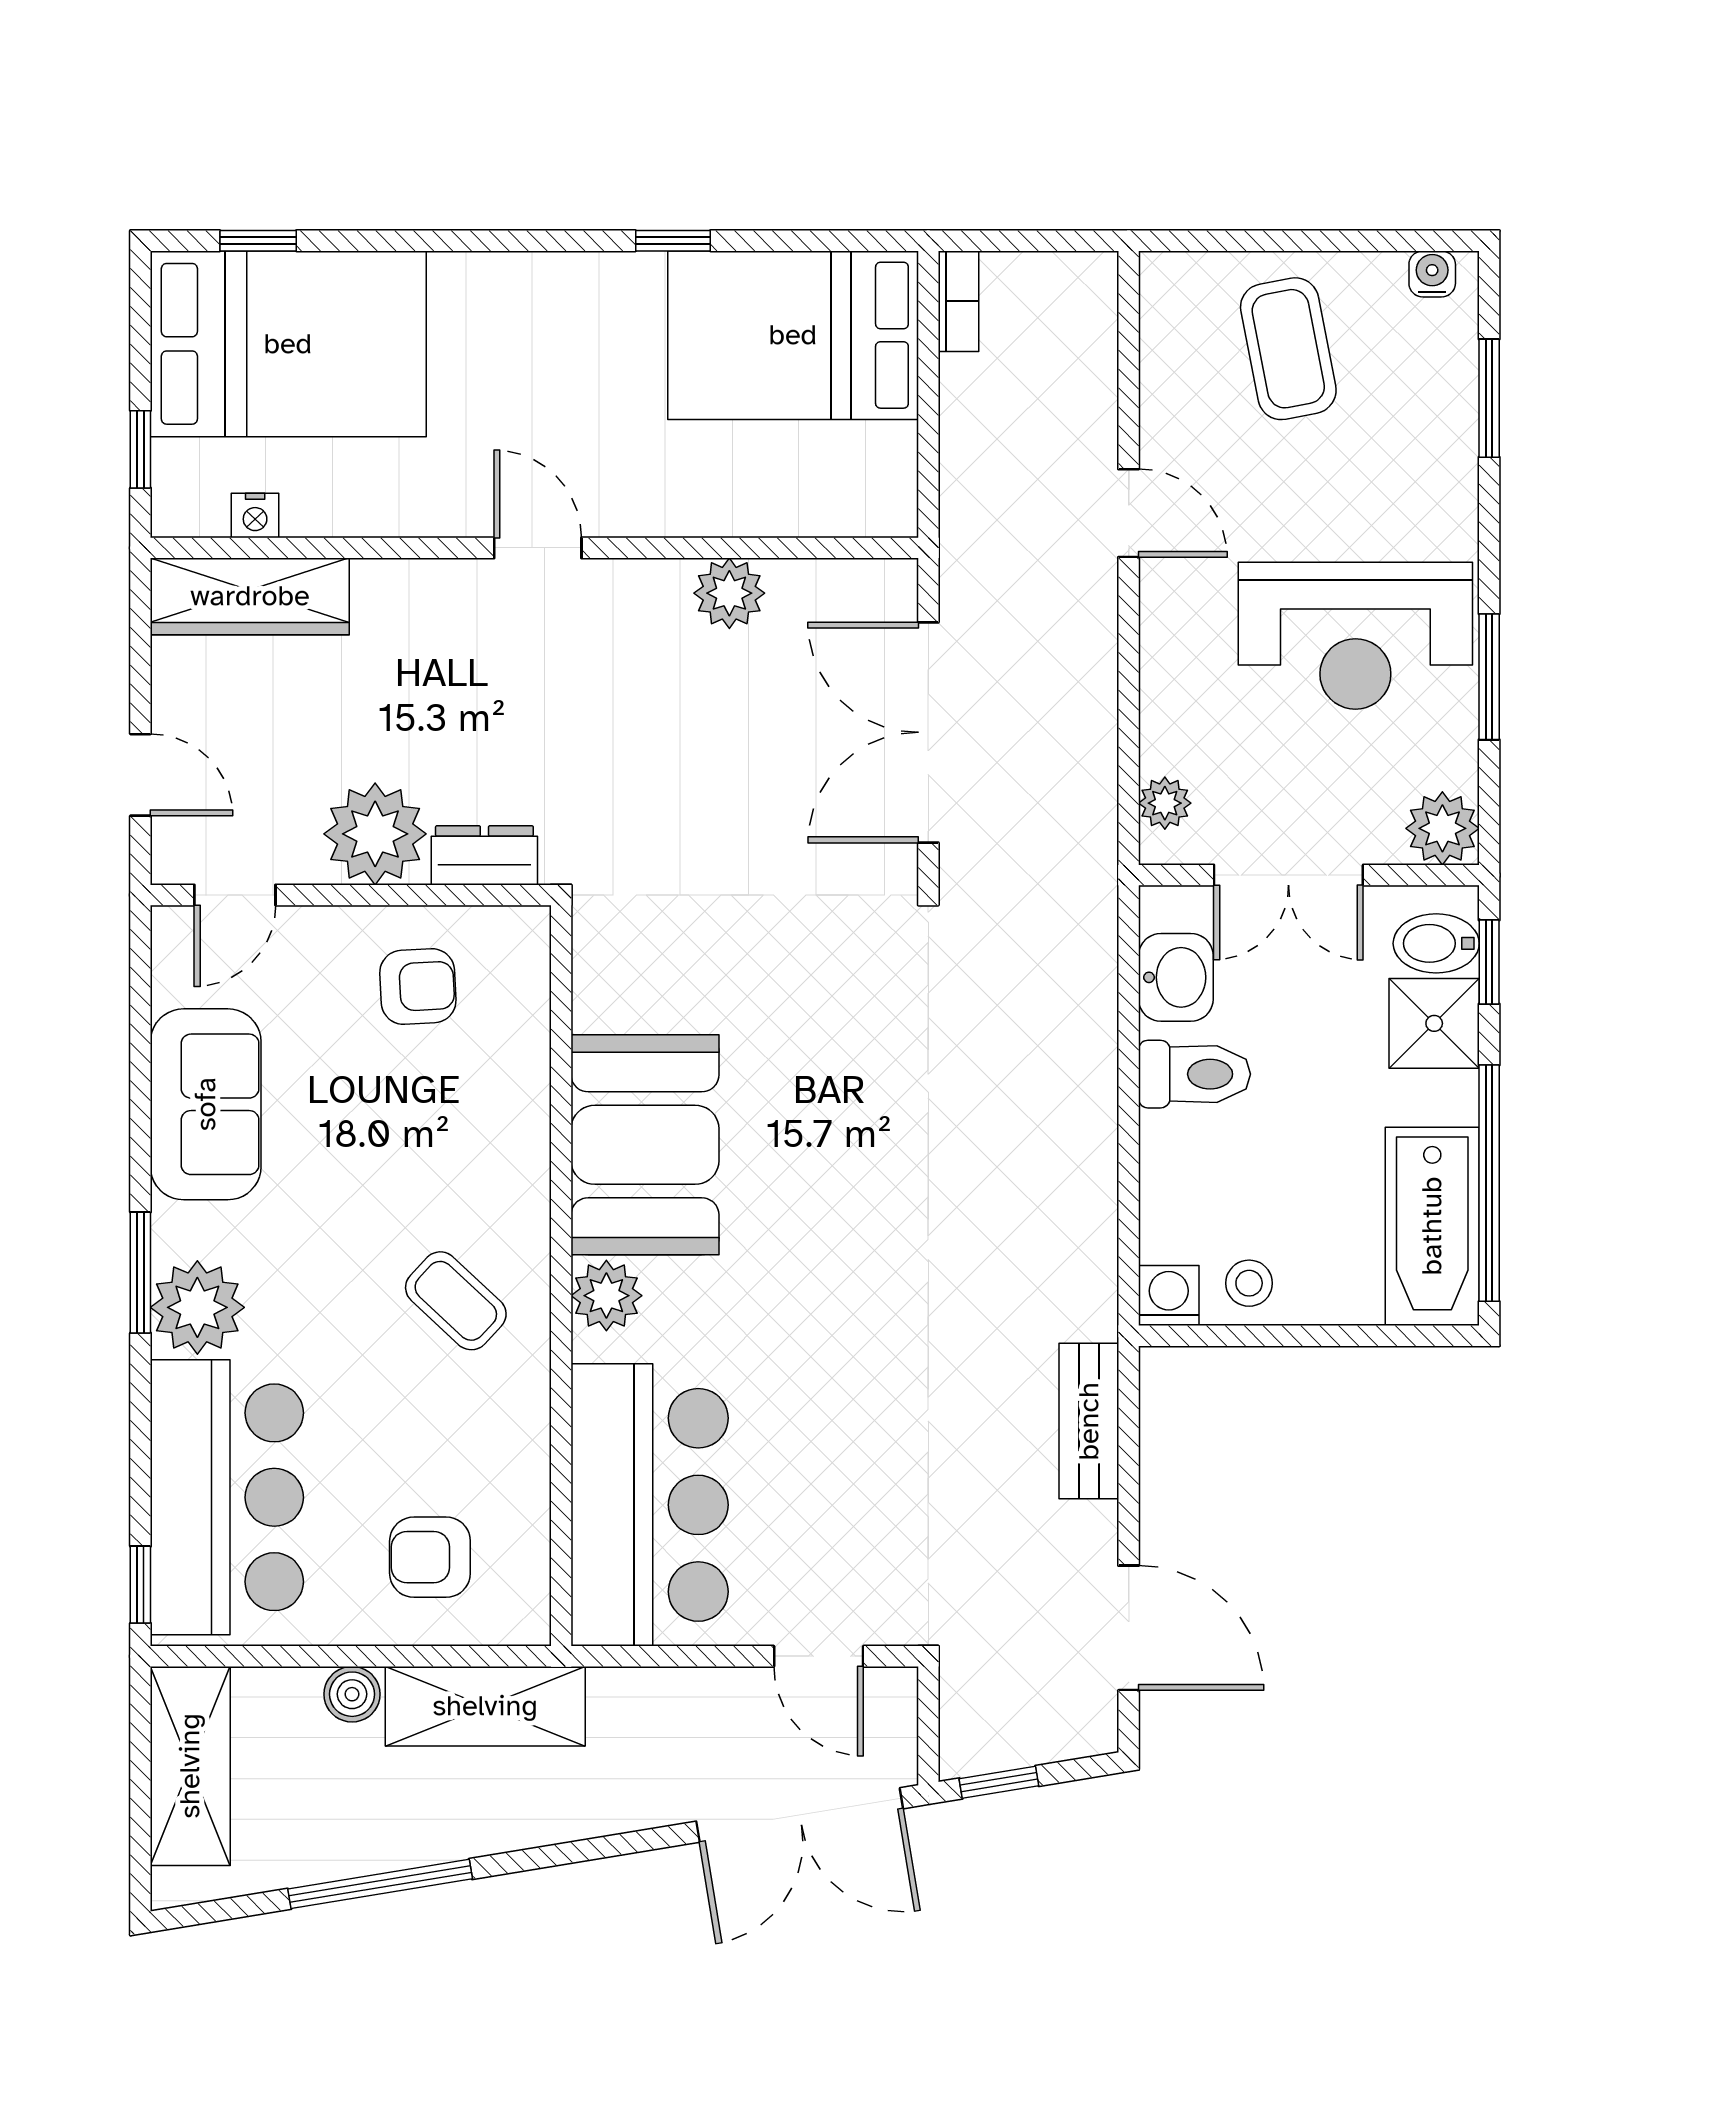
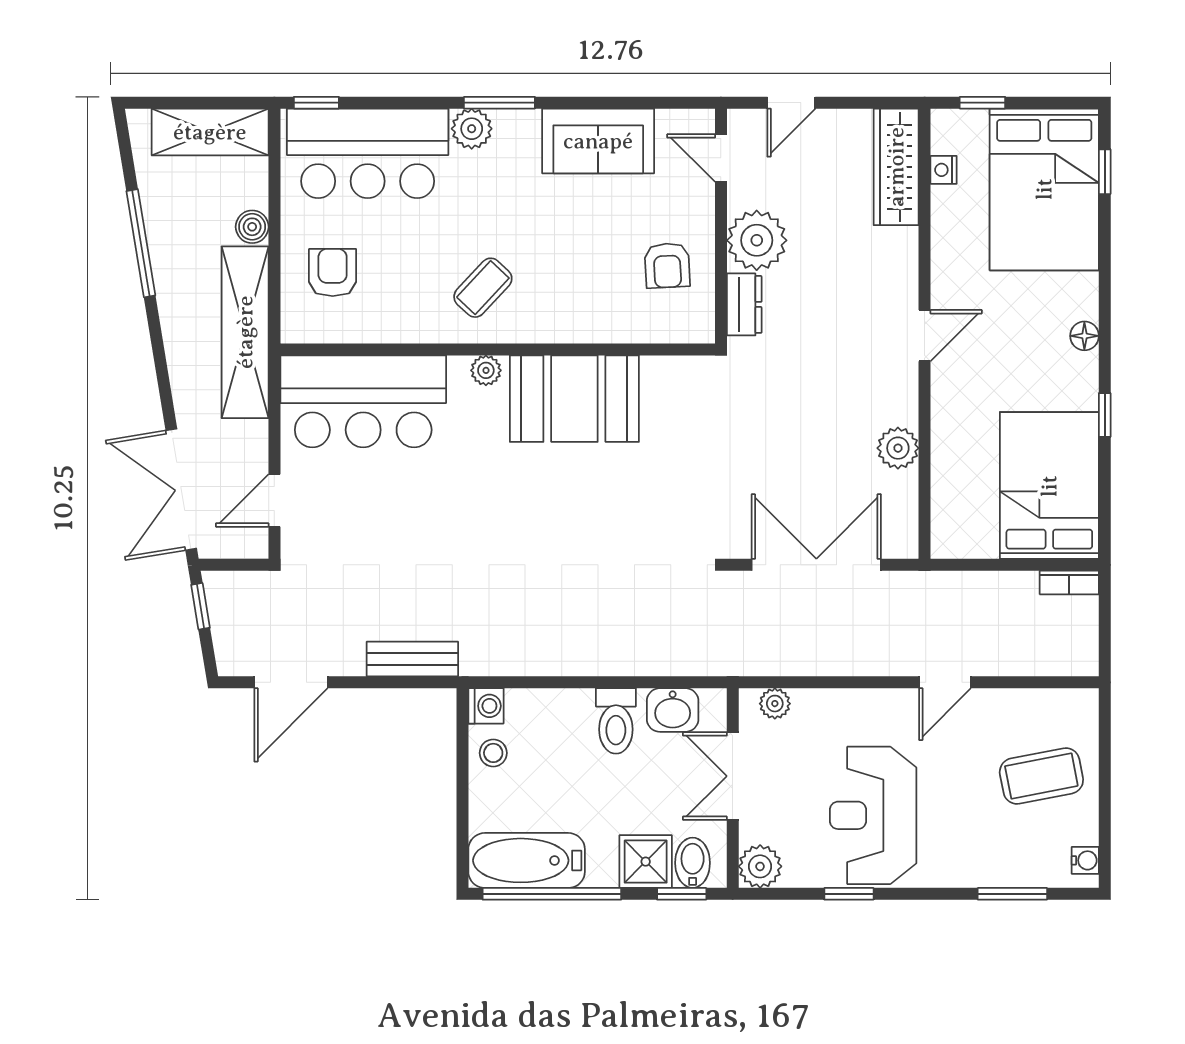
floor lamp: (538, 275) -> (1084, 336), added
window: (1489, 677) -> (849, 894), width x0.67
plant: (606, 1296) -> (486, 370), width x0.73, depth x0.73
plant: (197, 1307) -> (472, 129), width x0.73, depth x0.73
shelving: (485, 1706) -> (245, 332), width x1.47

